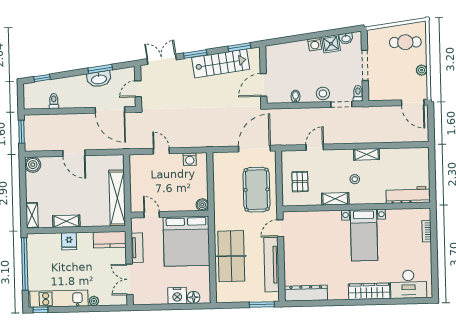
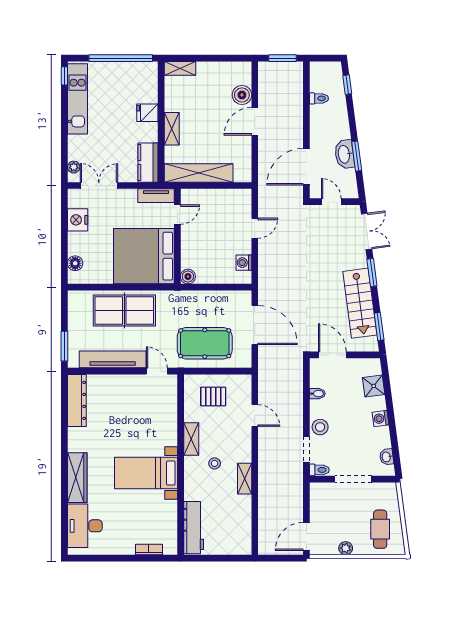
shower: (331, 44) -> (374, 386), moved
door: (254, 149) -> (255, 325), moved
boiler: (33, 165) -> (242, 95), moved
shelving: (66, 221) -> (172, 129), moved
tv unit: (137, 248) -> (156, 196), moved
nightstand: (177, 296) -> (78, 220), moved
plant: (94, 301) -> (74, 167), moved

